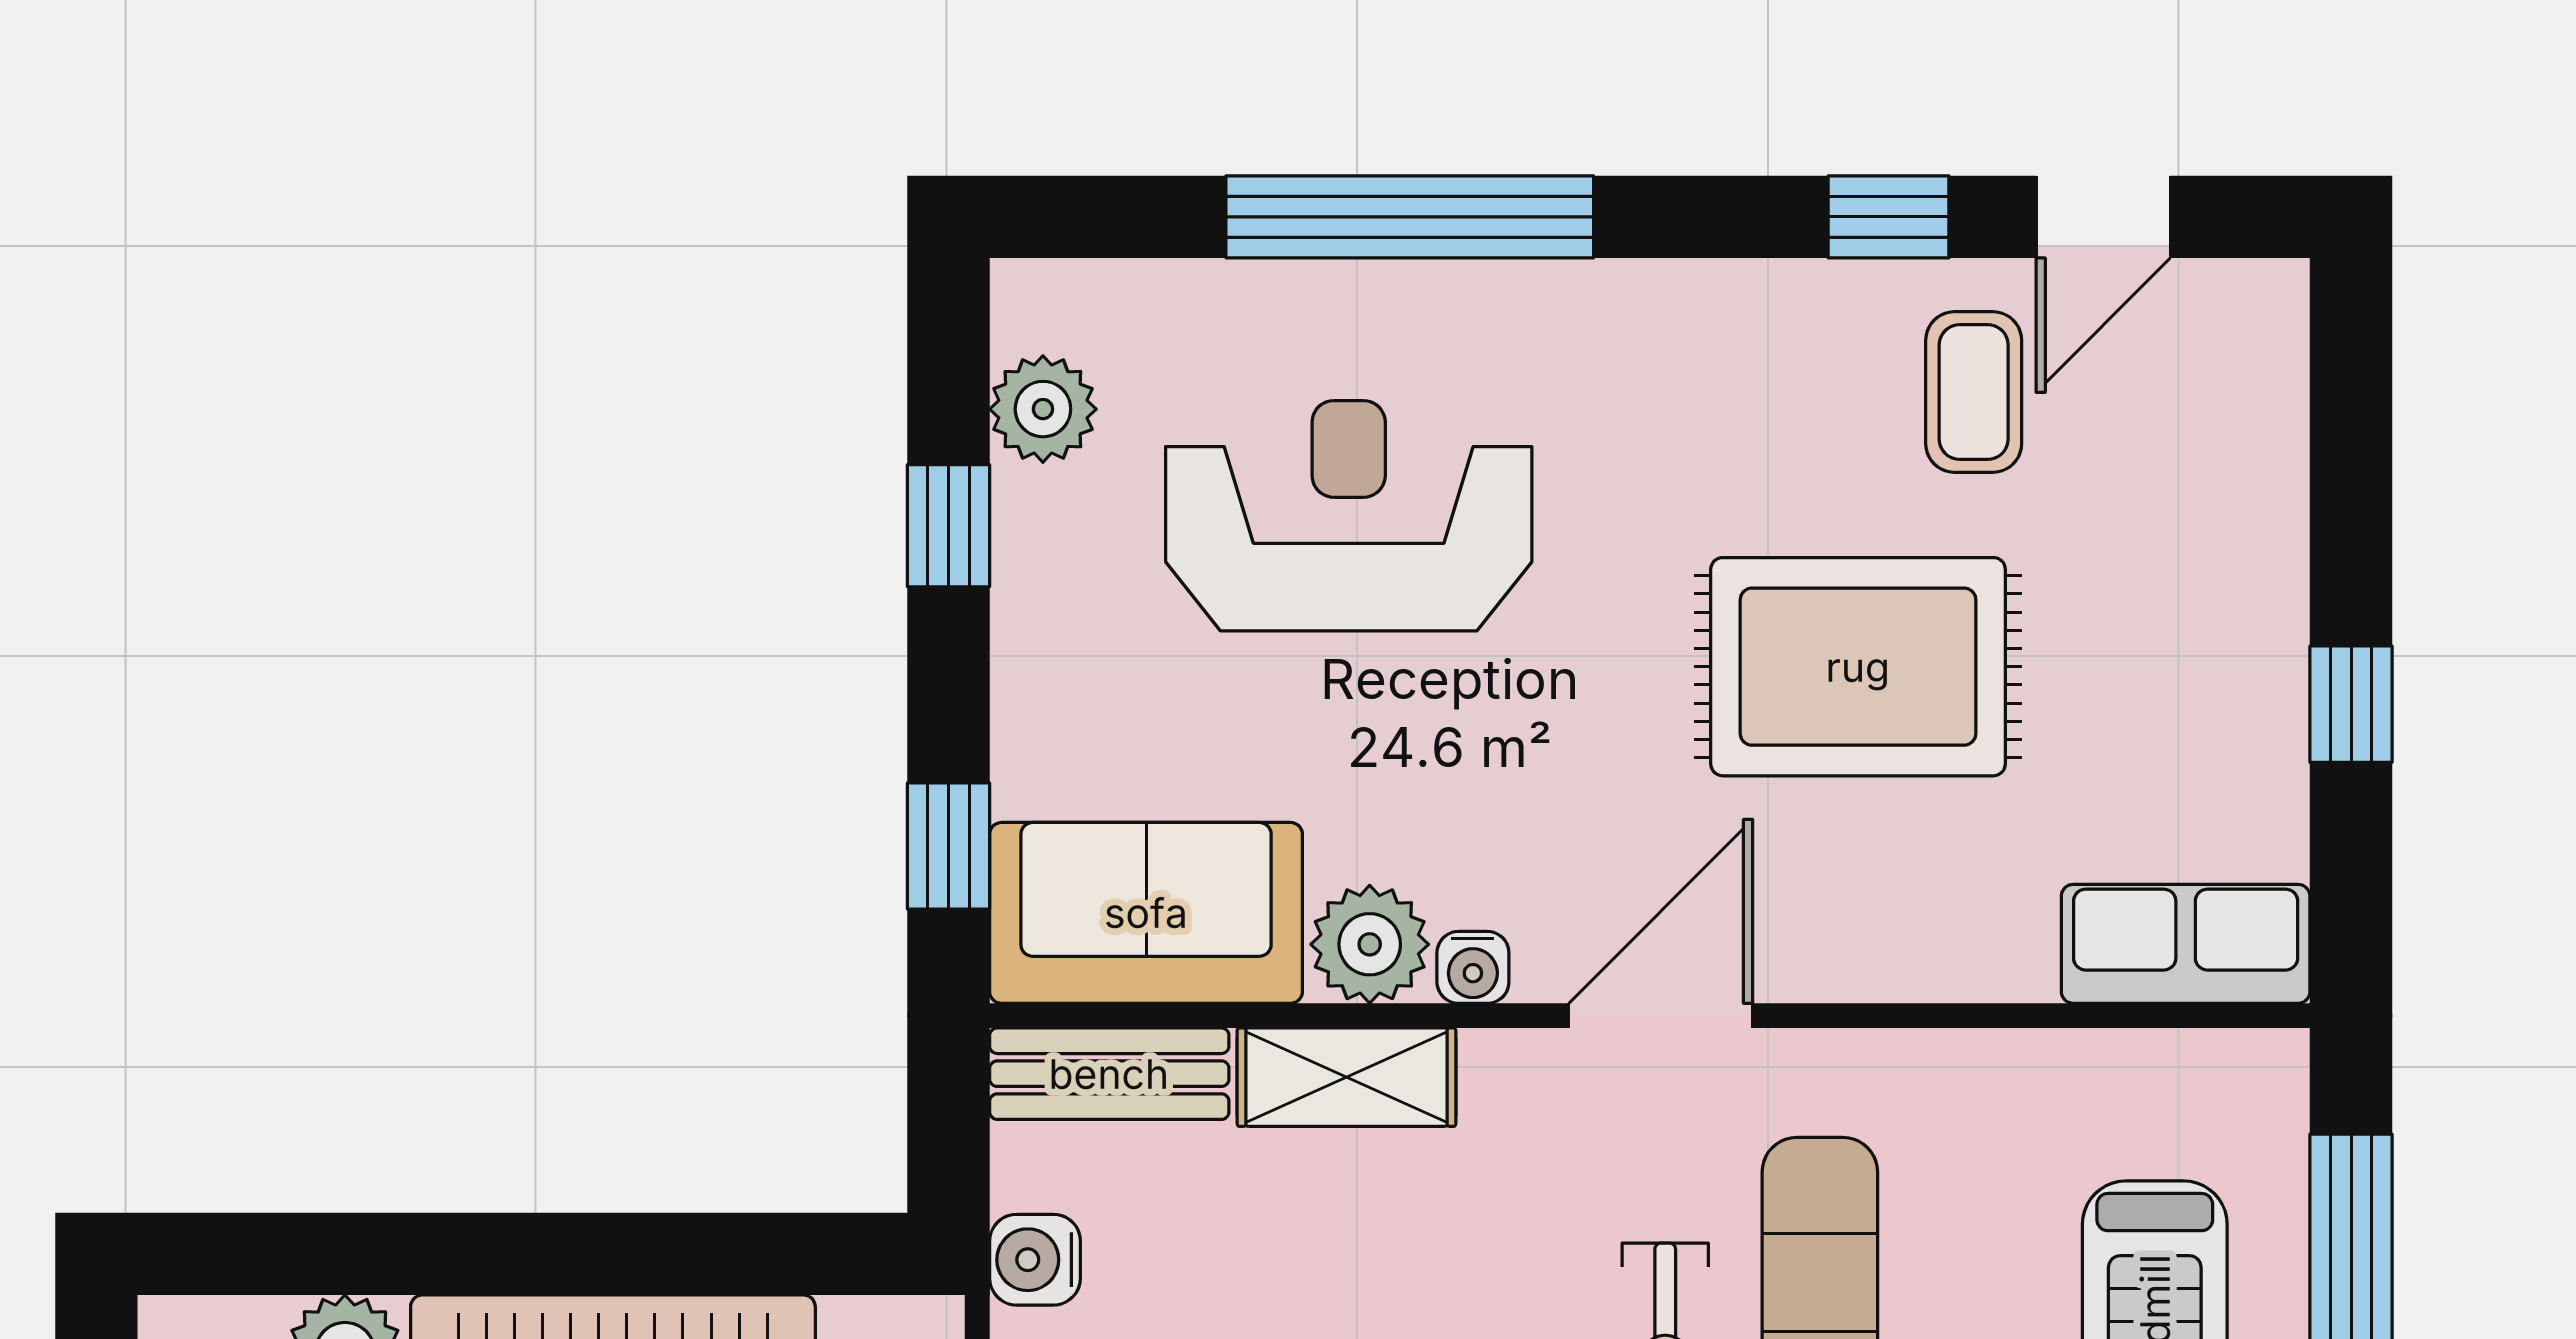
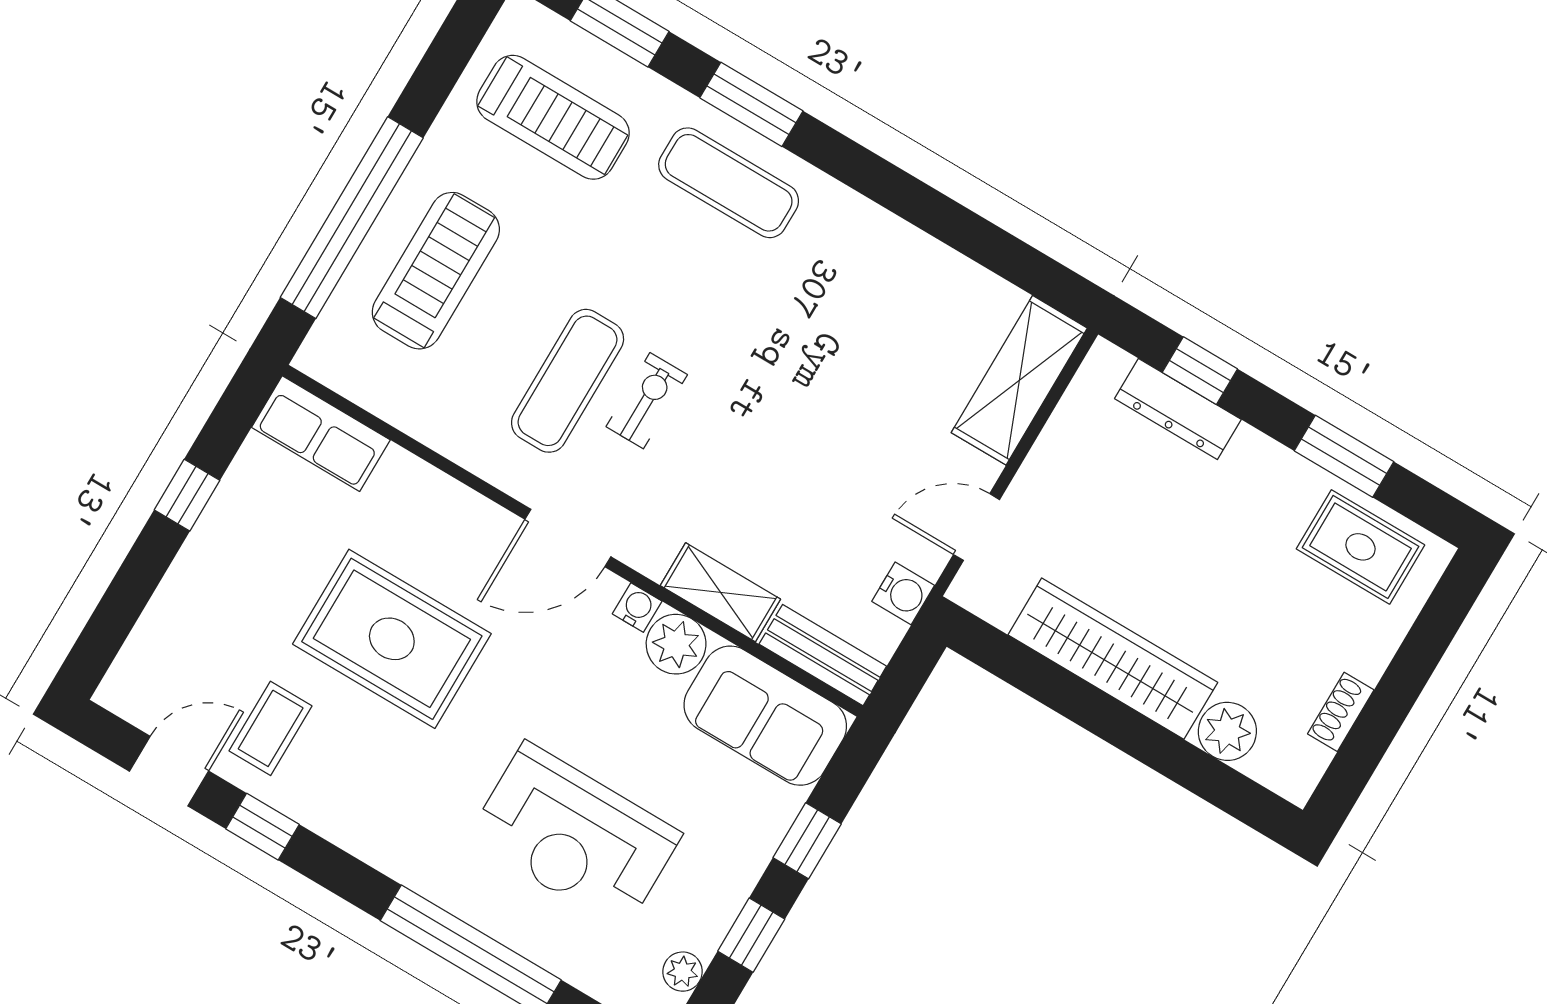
plant: (1043, 409) -> (683, 972), width x0.73, depth x0.73
window: (949, 846) -> (807, 841), moved

